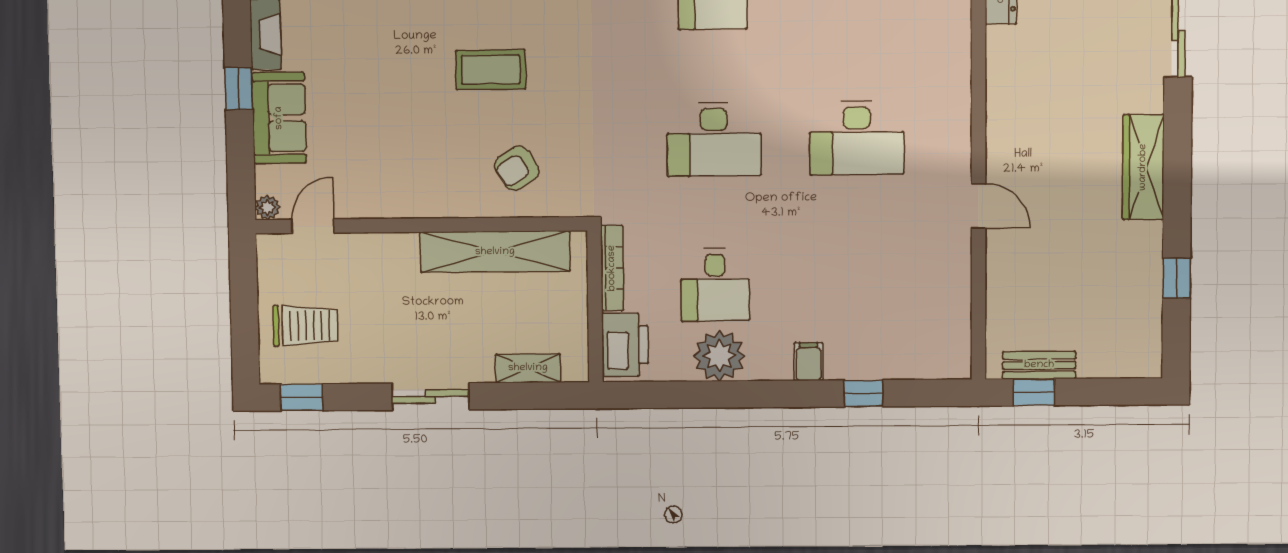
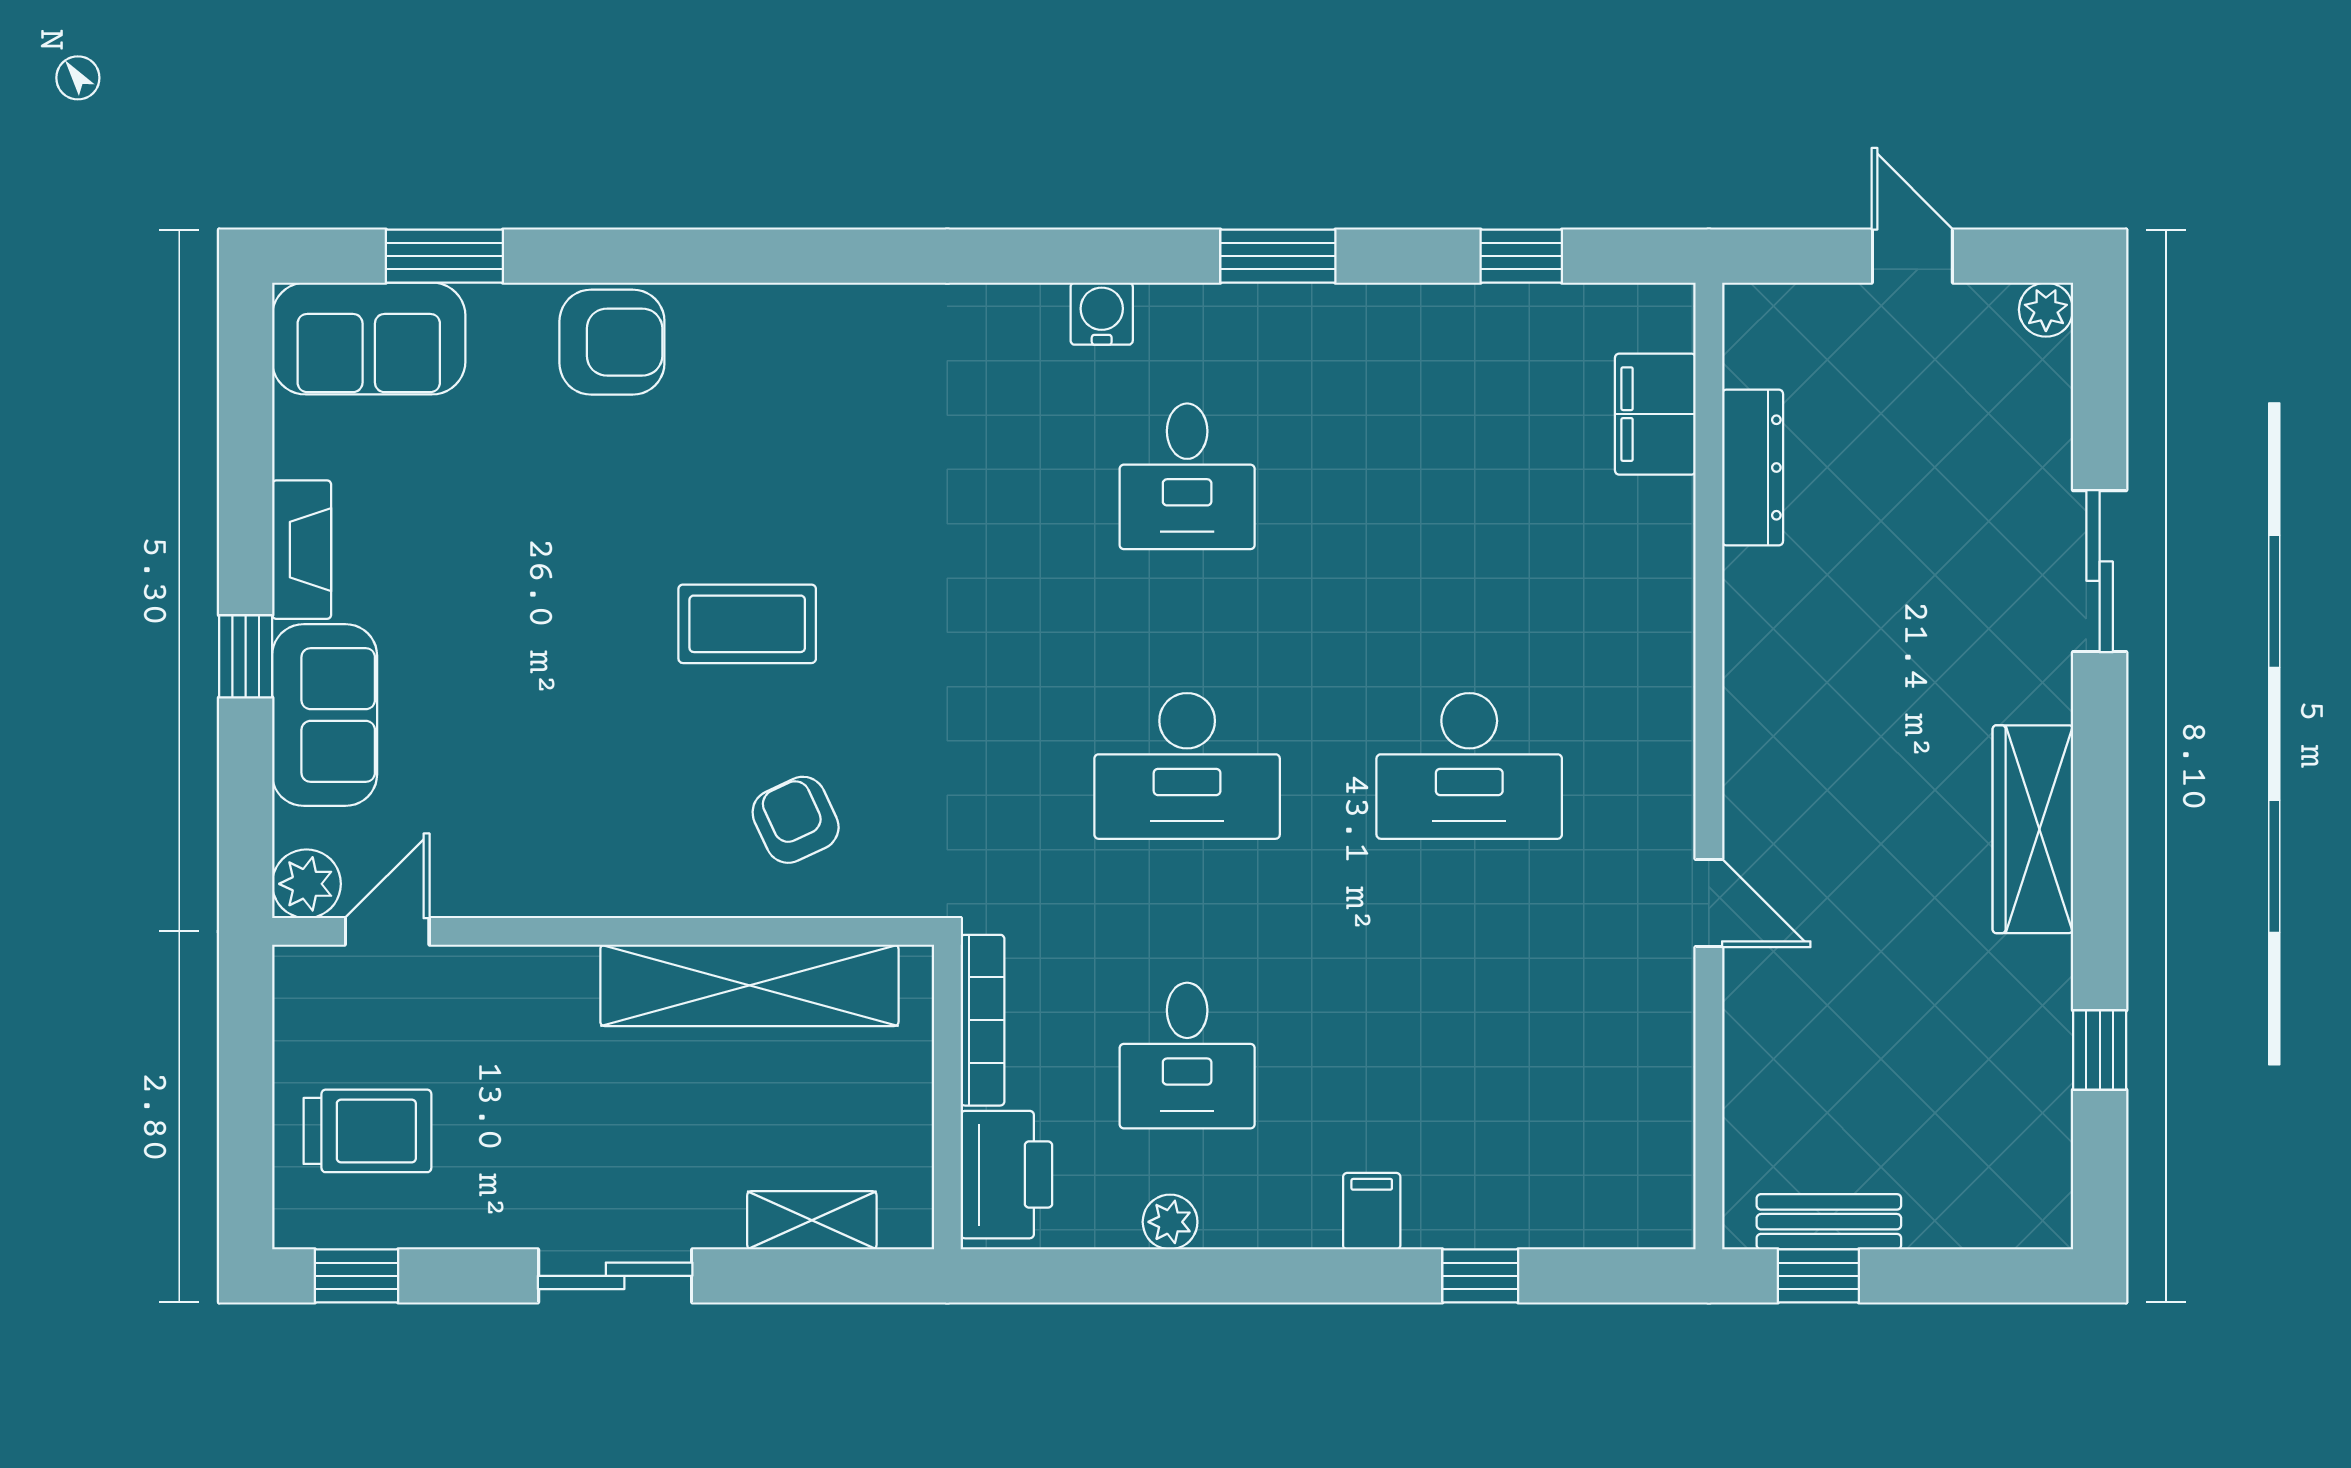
armchair: (517, 168) -> (796, 820), turned 97
plant: (267, 207) -> (306, 884), width x1.38, depth x1.38
plant: (719, 356) -> (1170, 1222), width x0.53, depth x0.53

